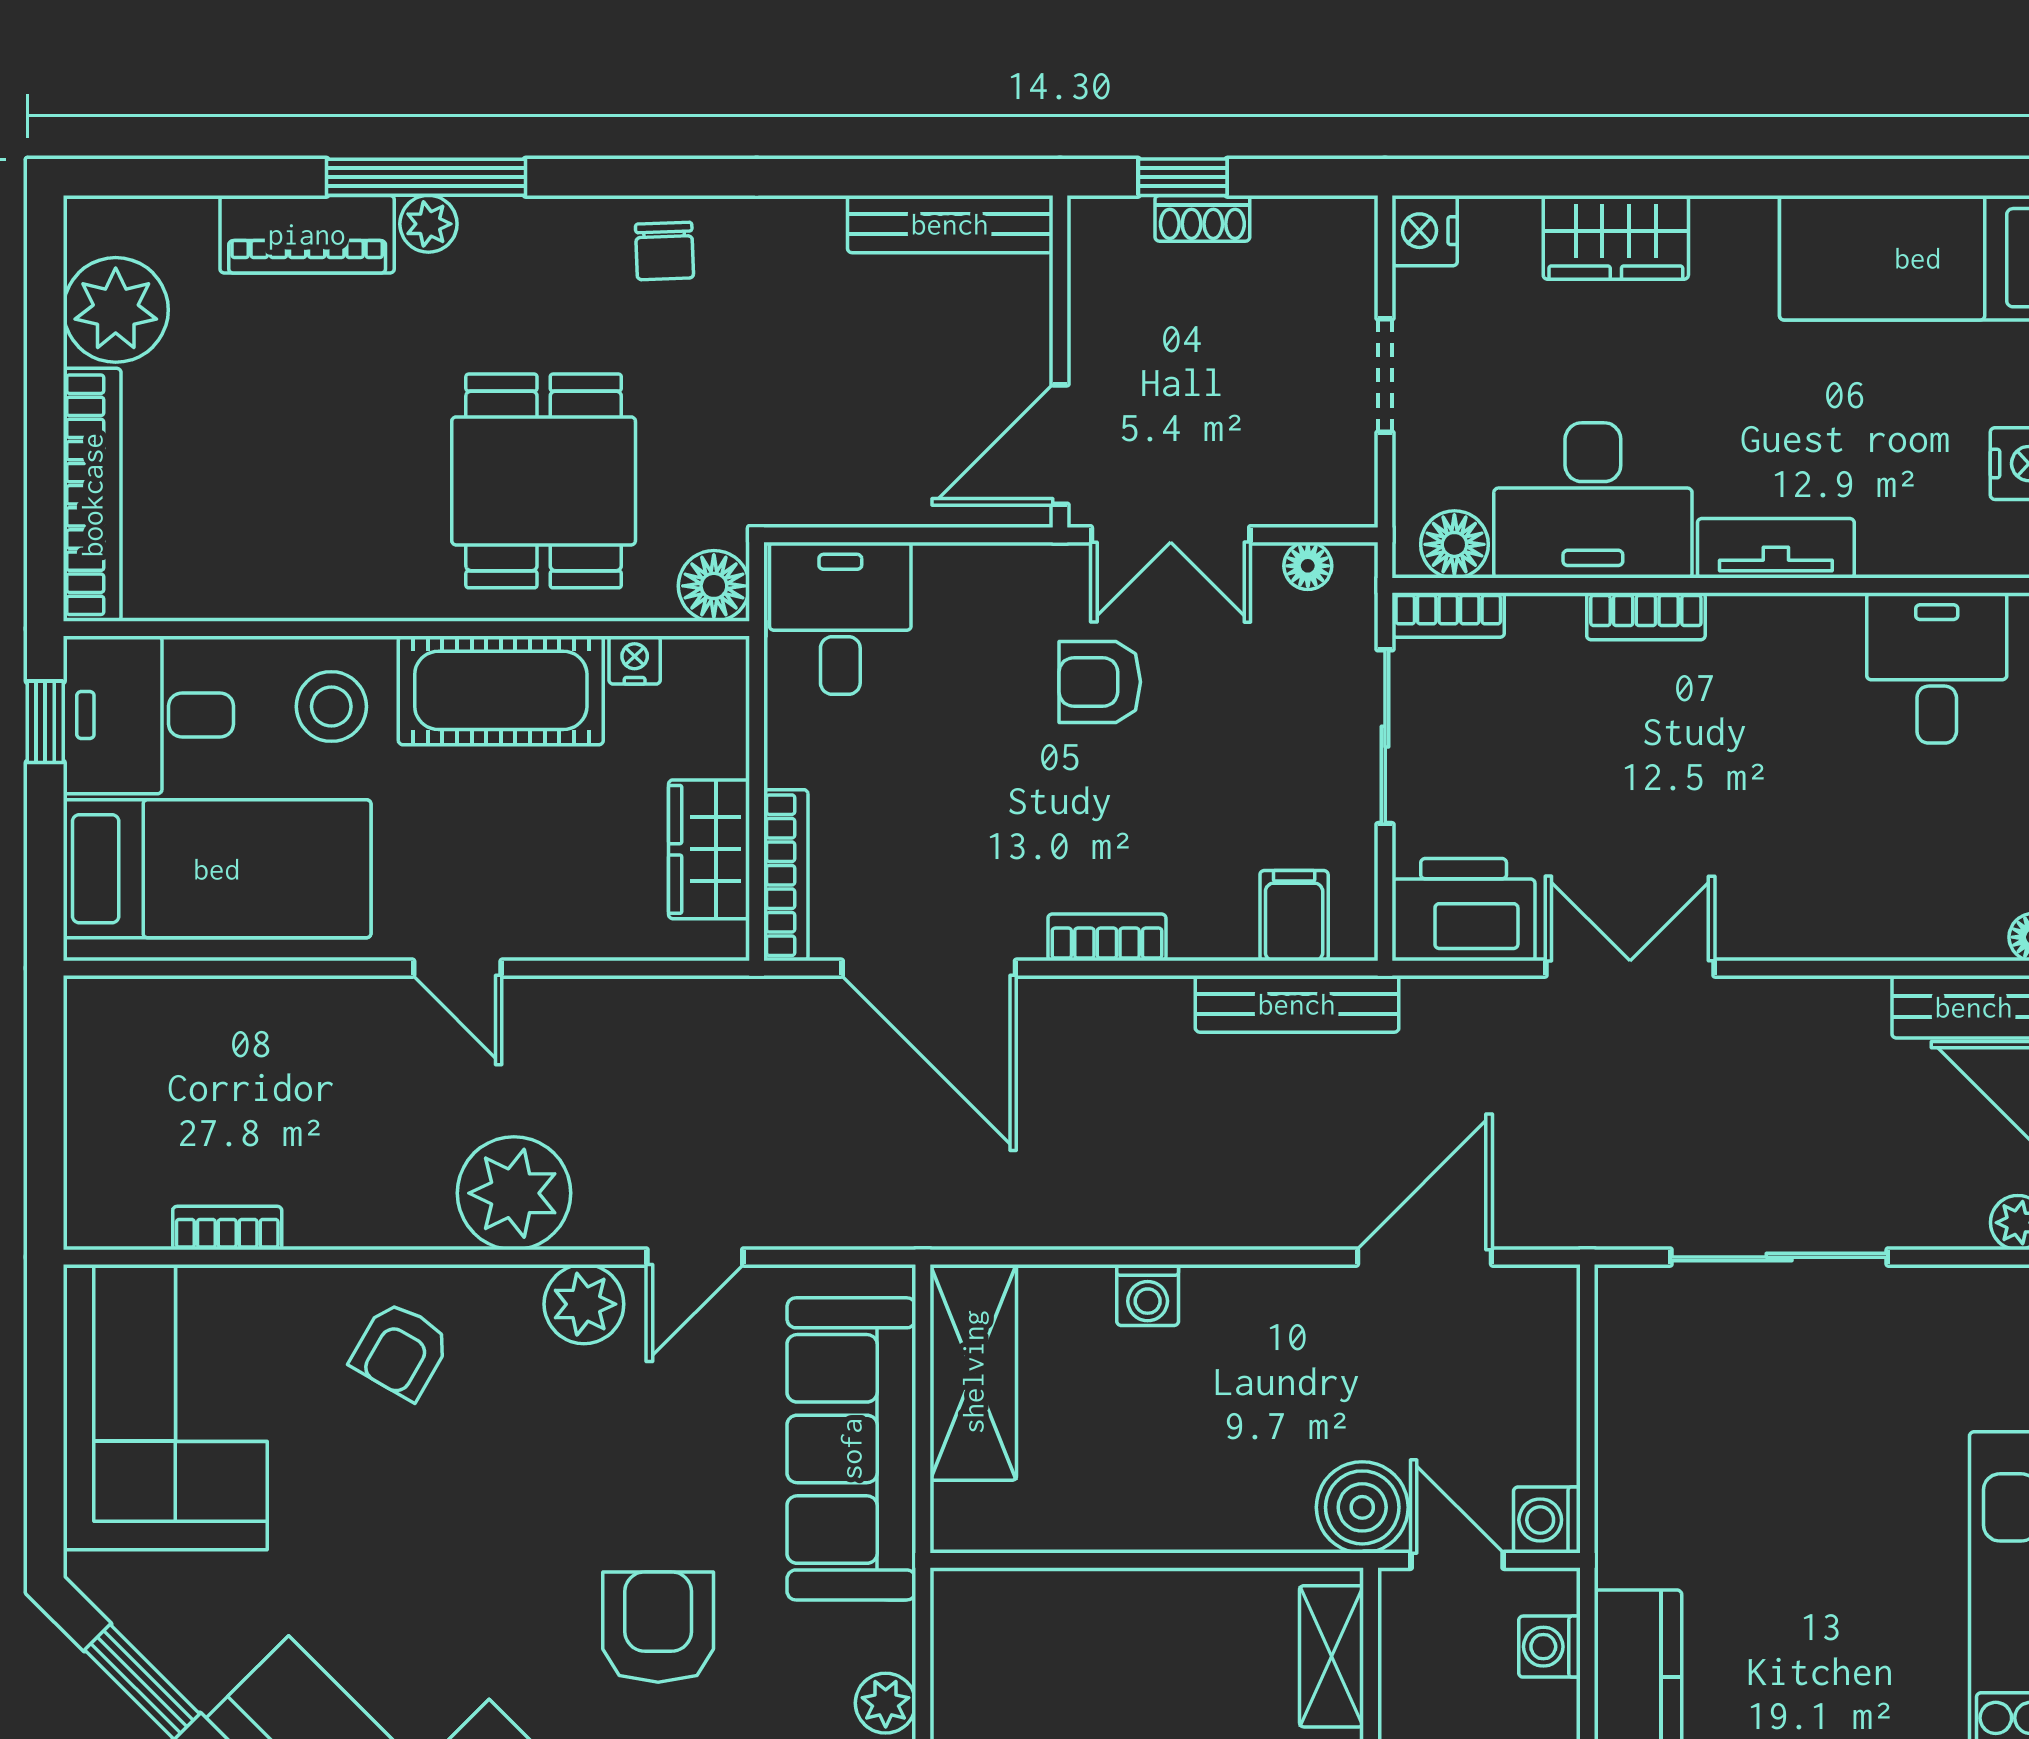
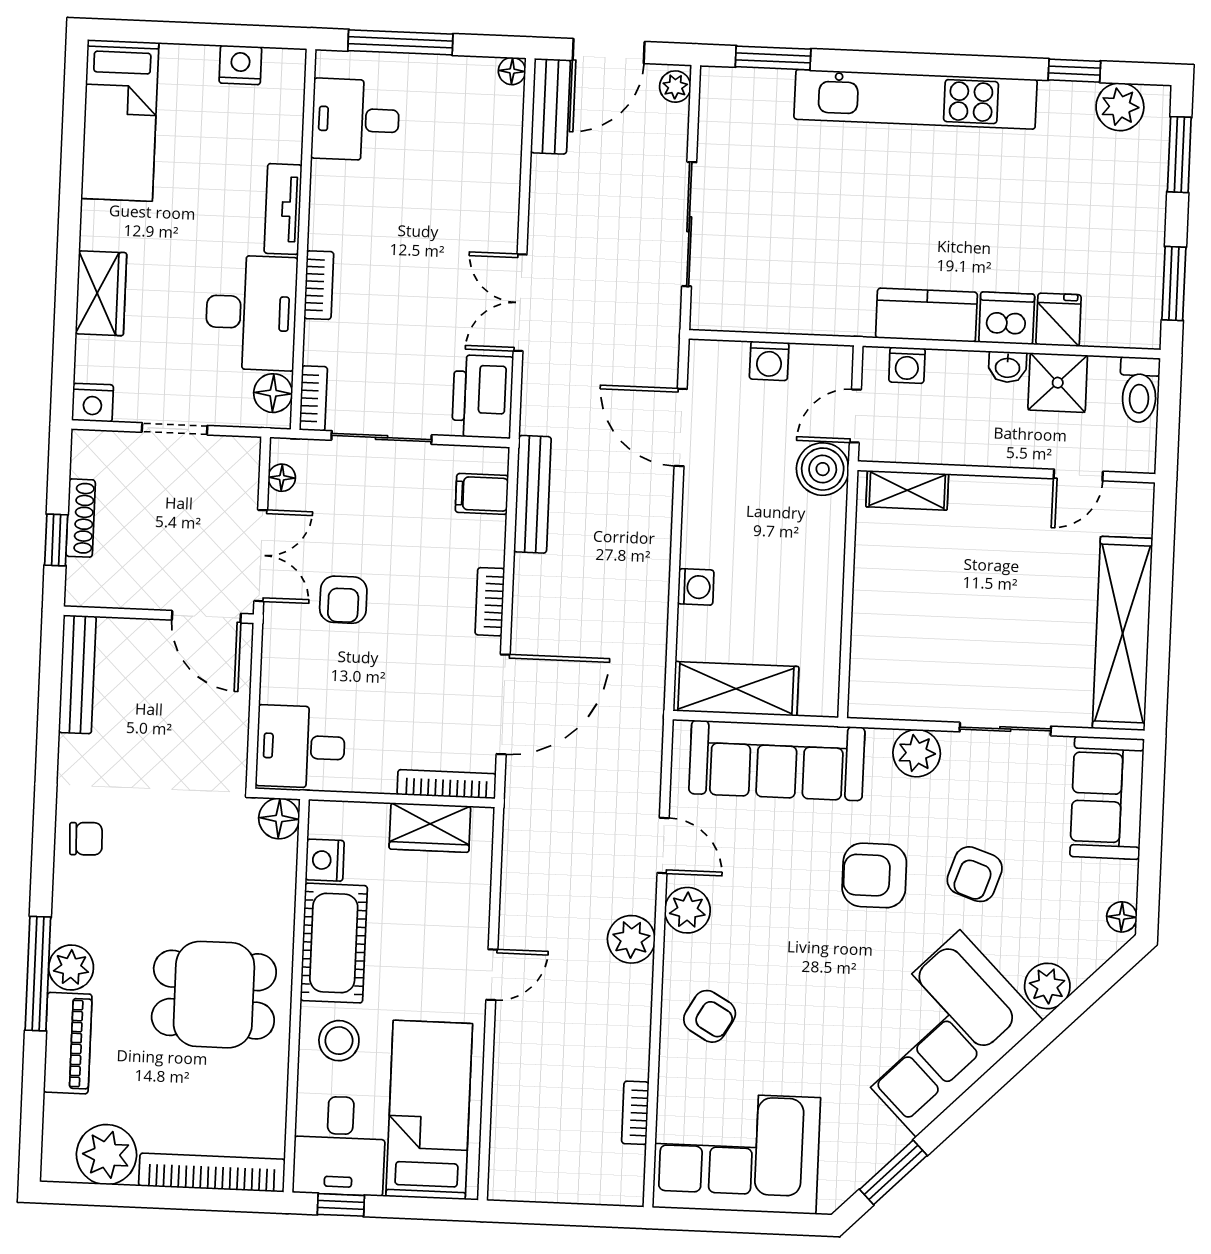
shoe rack: (1202, 218) -> (81, 518), width x1.43
plant: (428, 224) -> (71, 968), width x1.38, depth x1.38
dining table: (544, 481) -> (214, 995), moved
nightstand: (635, 660) -> (325, 860), width x1.39, depth x1.35
plant: (514, 1193) -> (631, 939), width x0.73, depth x0.73
washing machine: (1547, 1520) -> (769, 361), moved
plant: (886, 1703) -> (917, 753), width x1.38, depth x1.38

